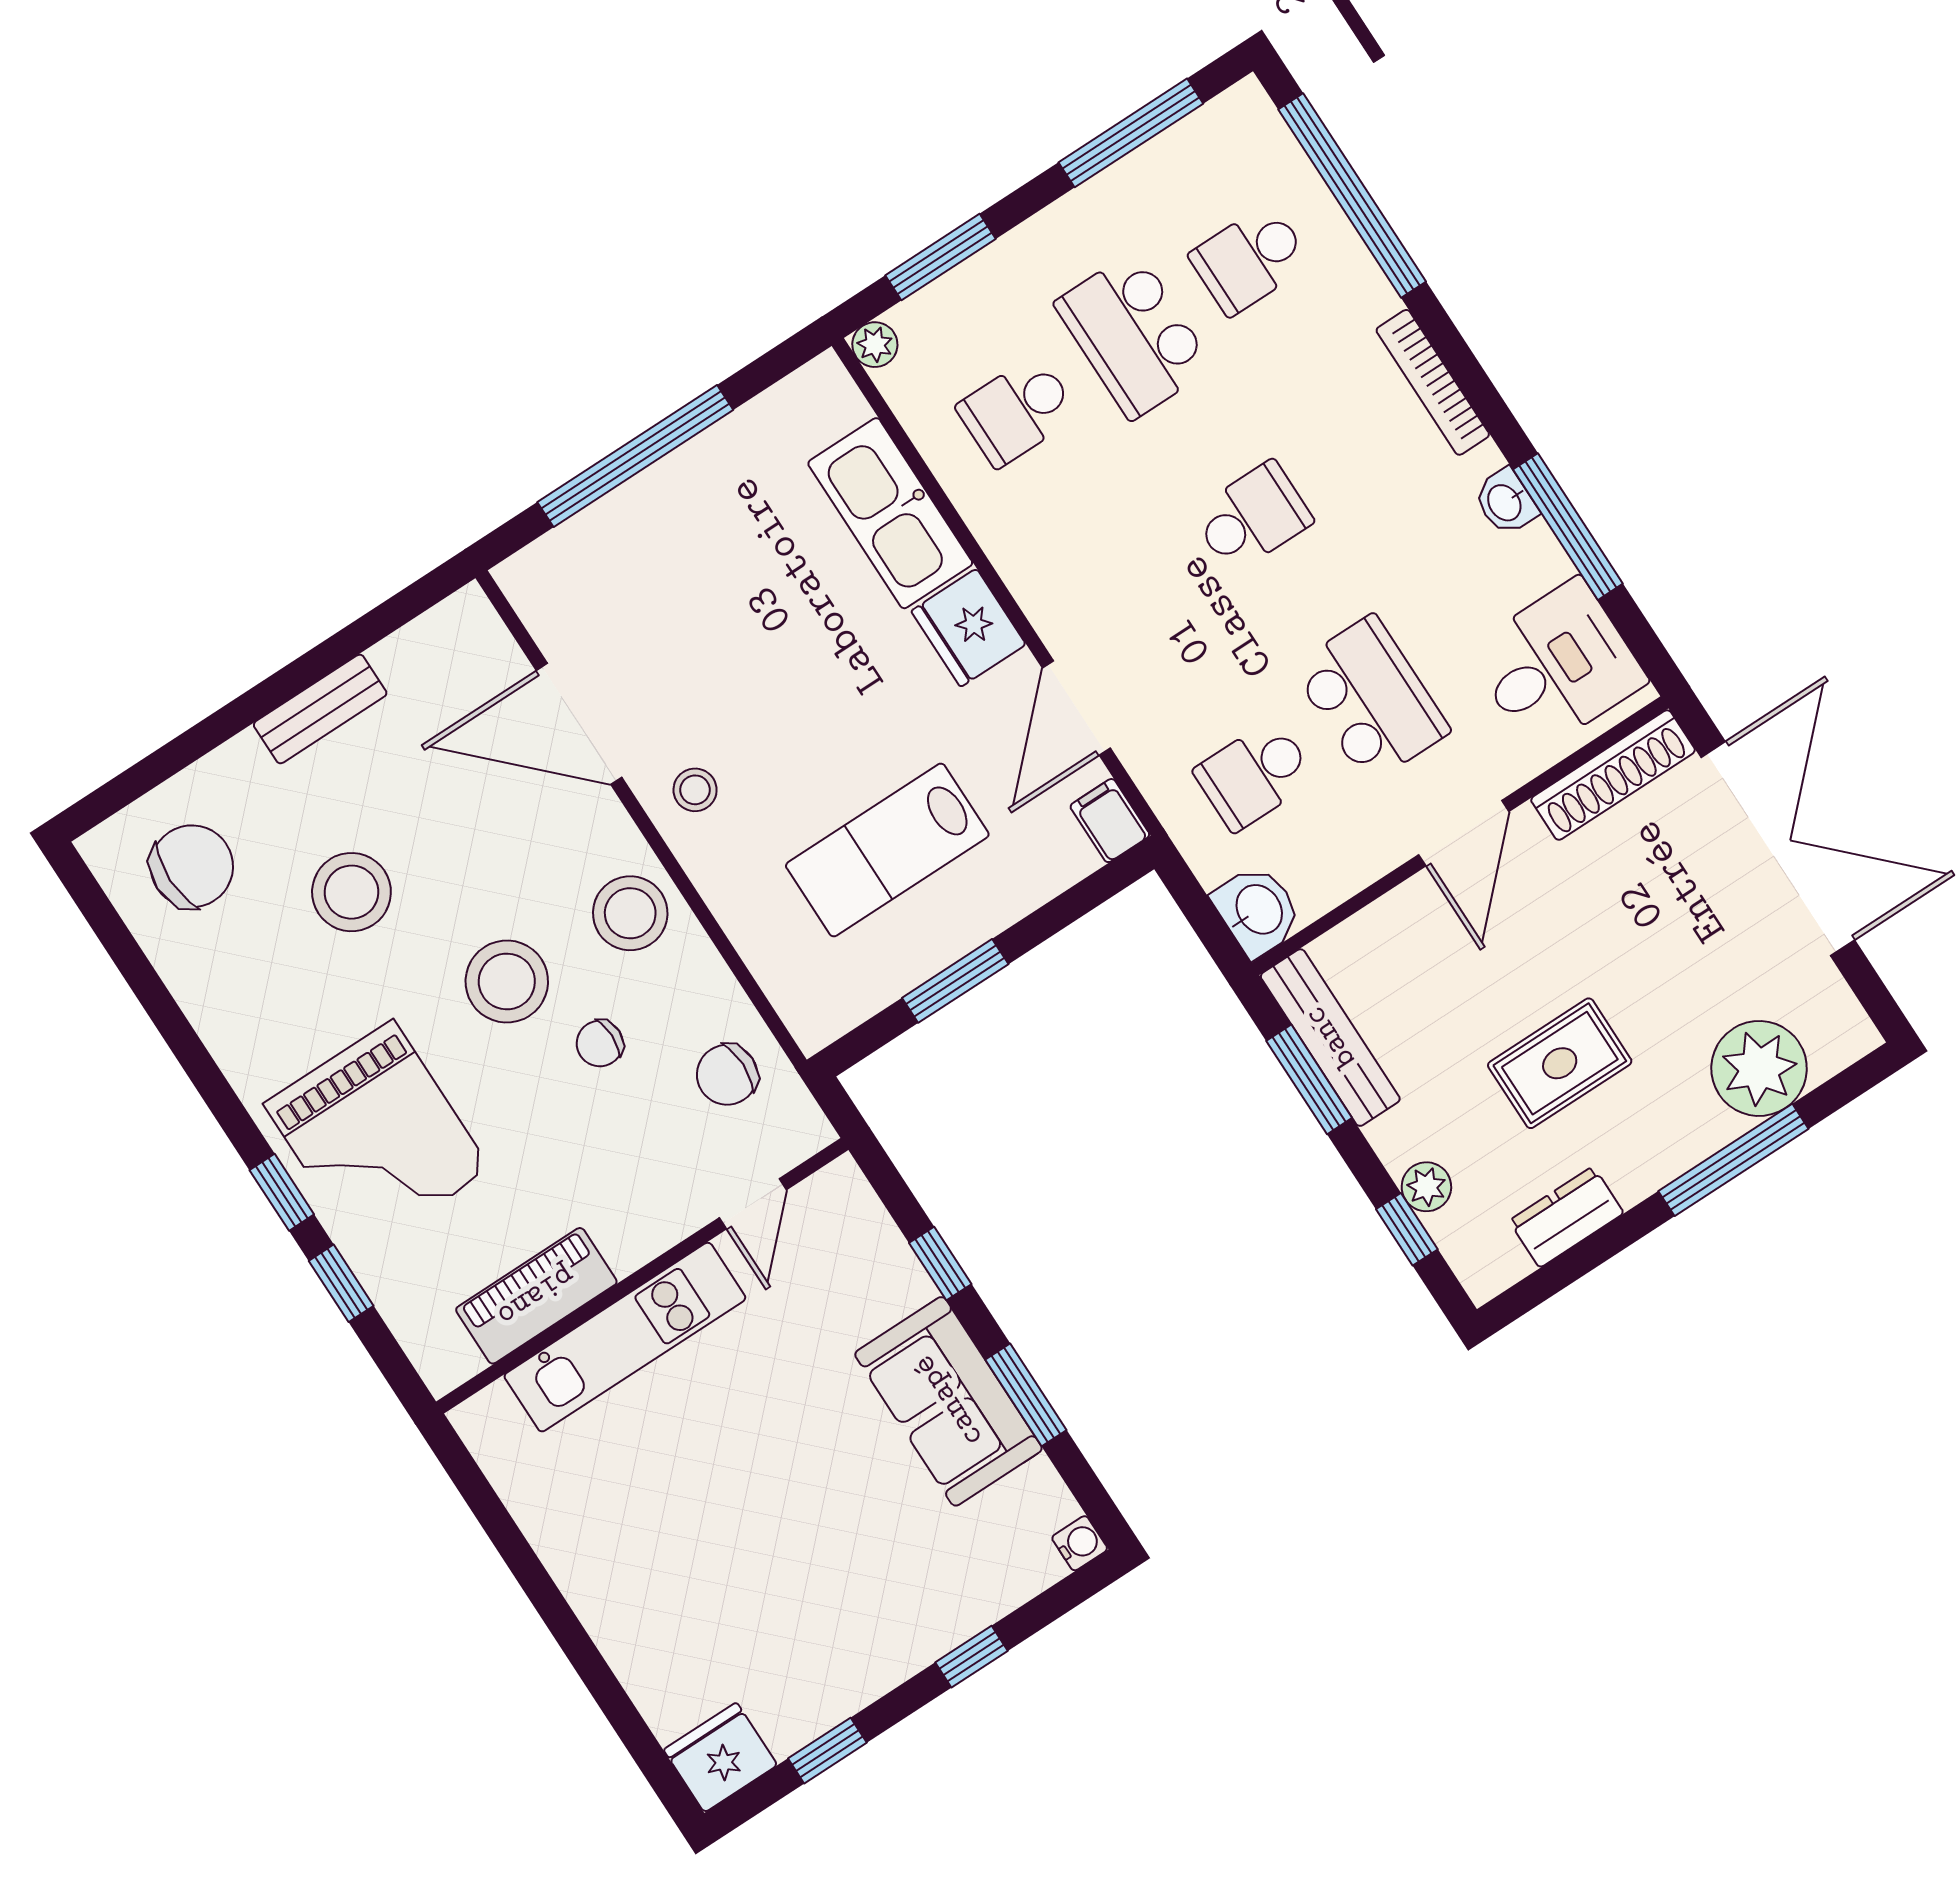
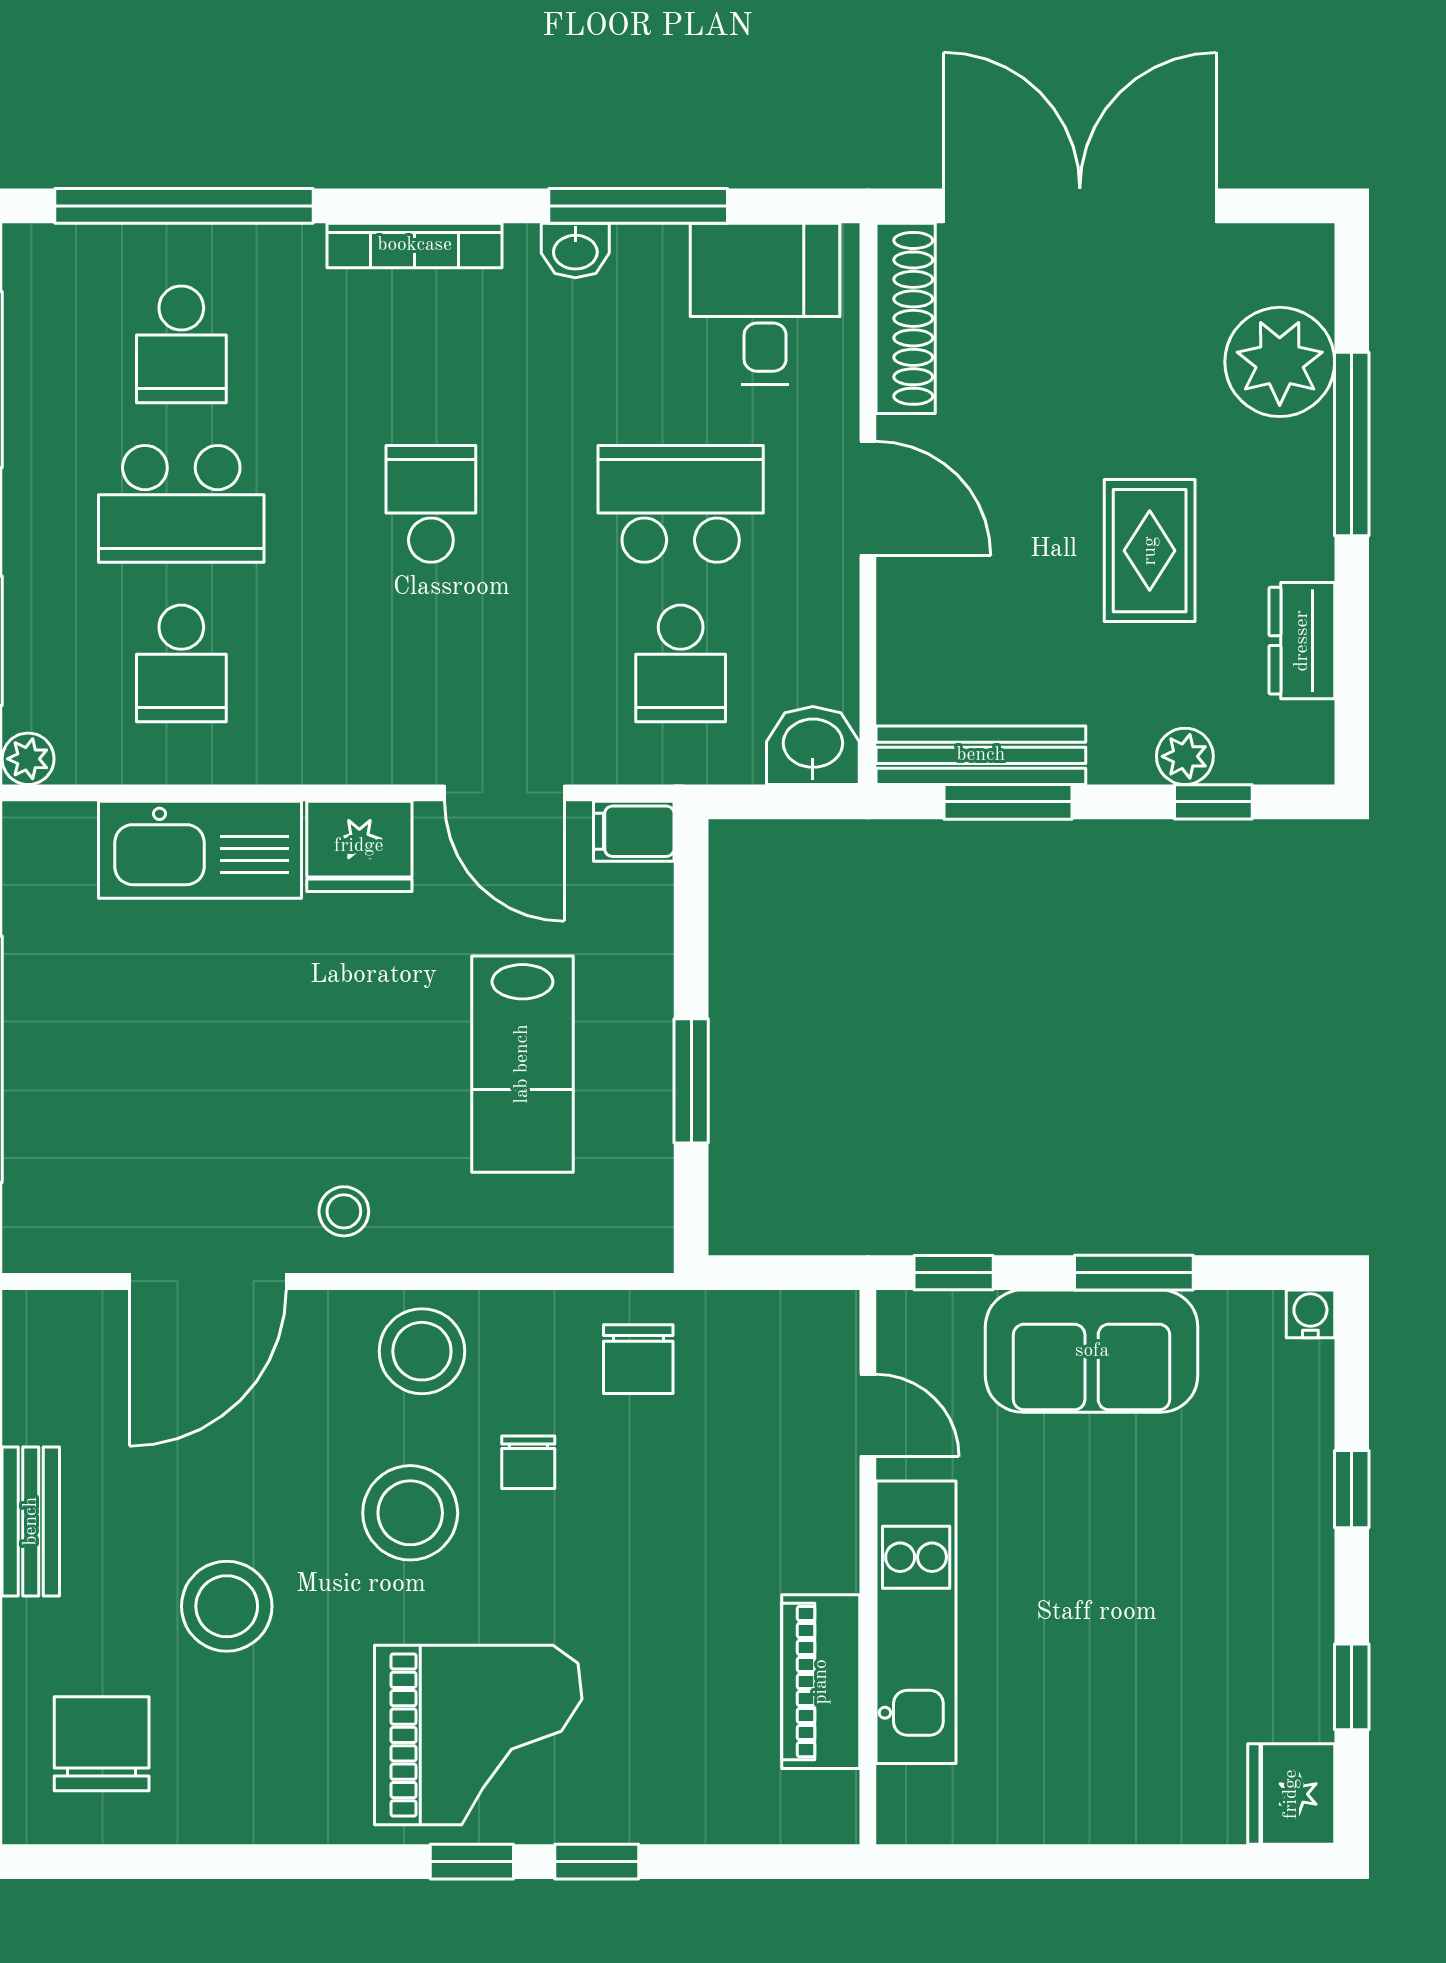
door: (753, 1204) -> (868, 1415), moved
wall: (642, 1276) -> (868, 1567), moved
piano: (536, 1296) -> (821, 1682), moved
kitchen unit: (625, 1337) -> (916, 1622), moved

